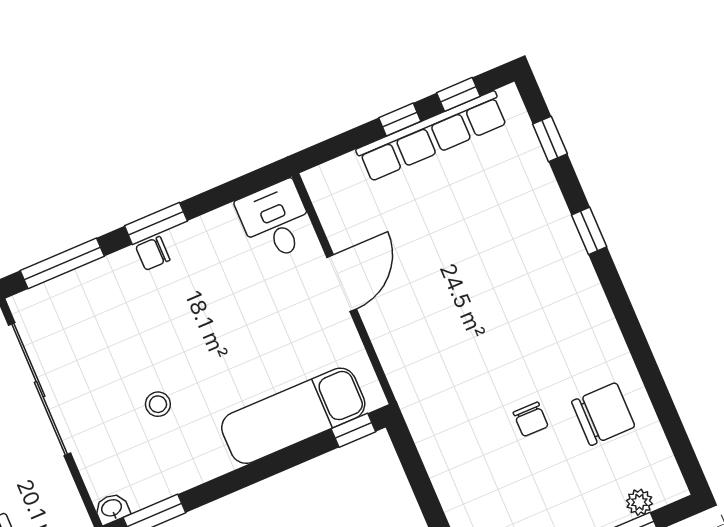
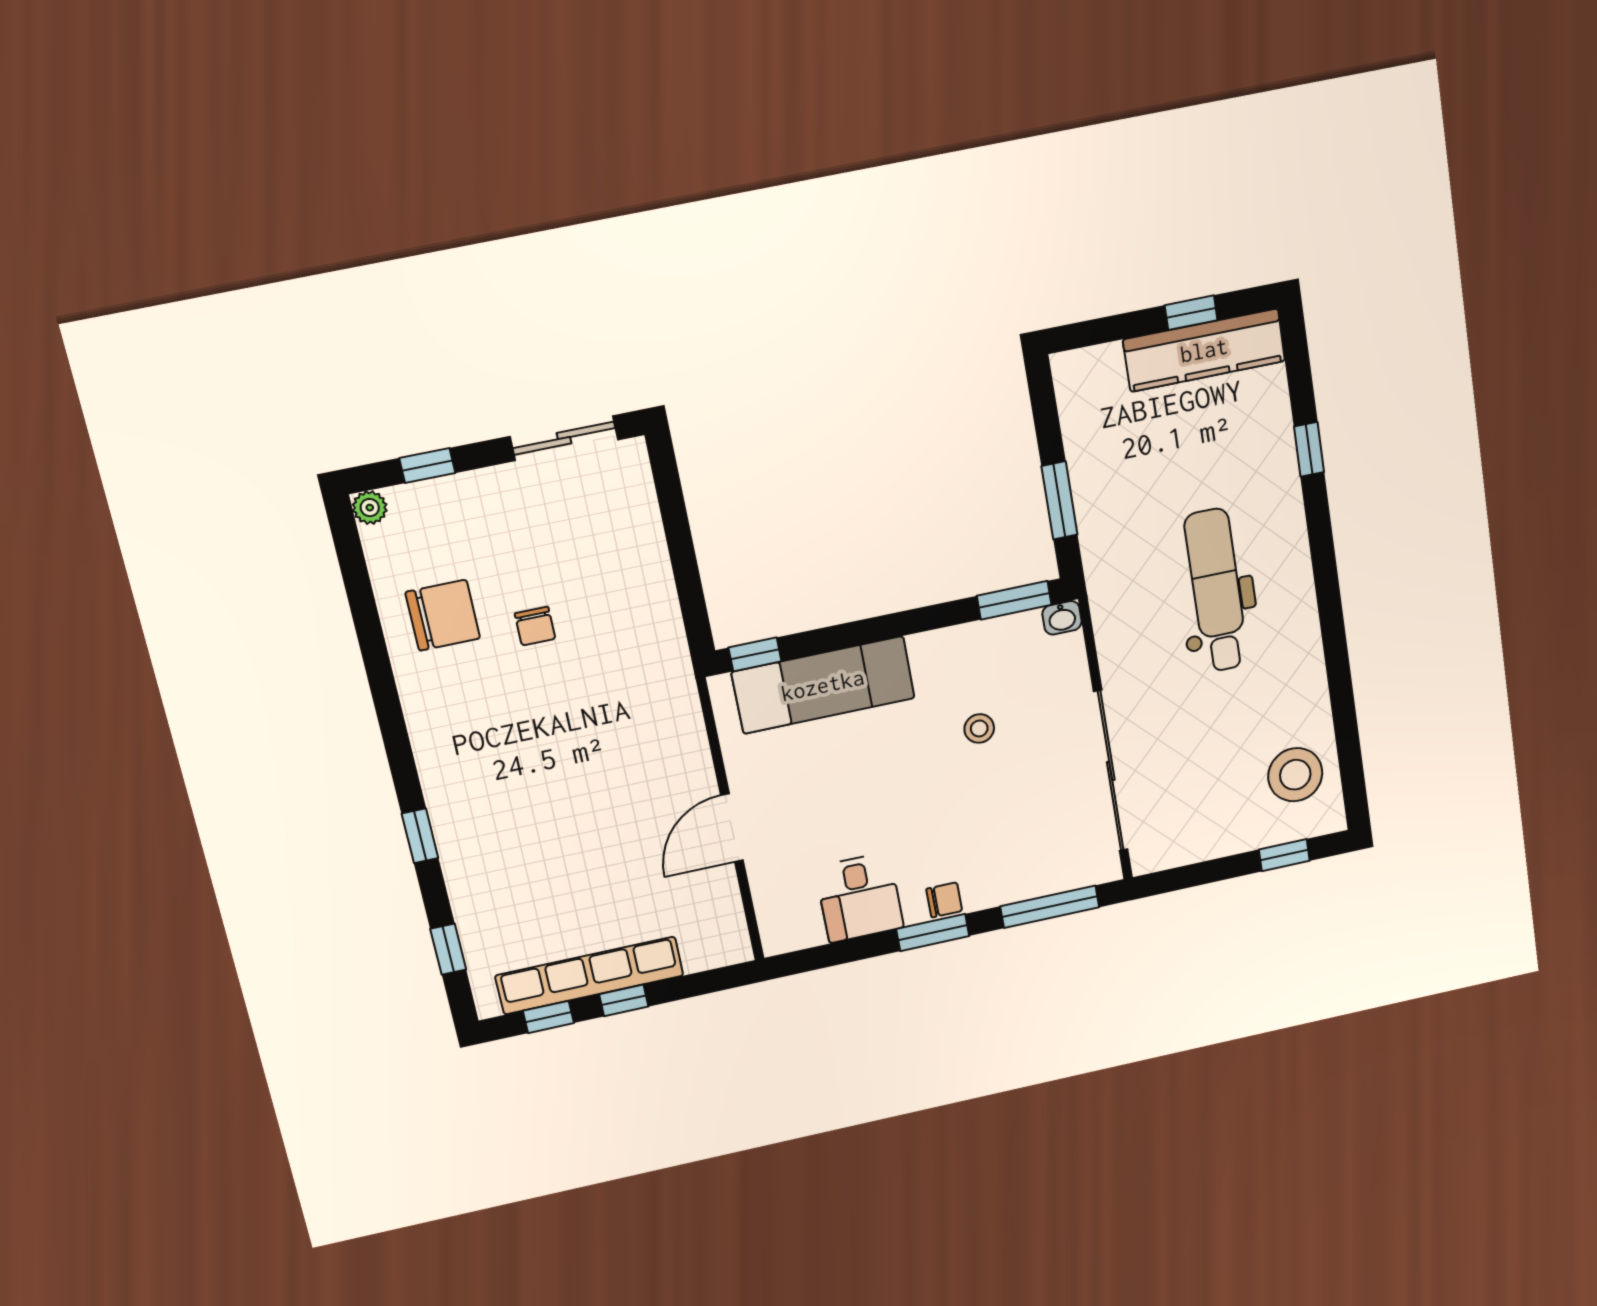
desk: (276, 221) -> (859, 897), moved
chair: (603, 414) -> (443, 615), turned 180
chair: (531, 419) -> (535, 626), turned 180
plant: (639, 502) -> (370, 508), moved

